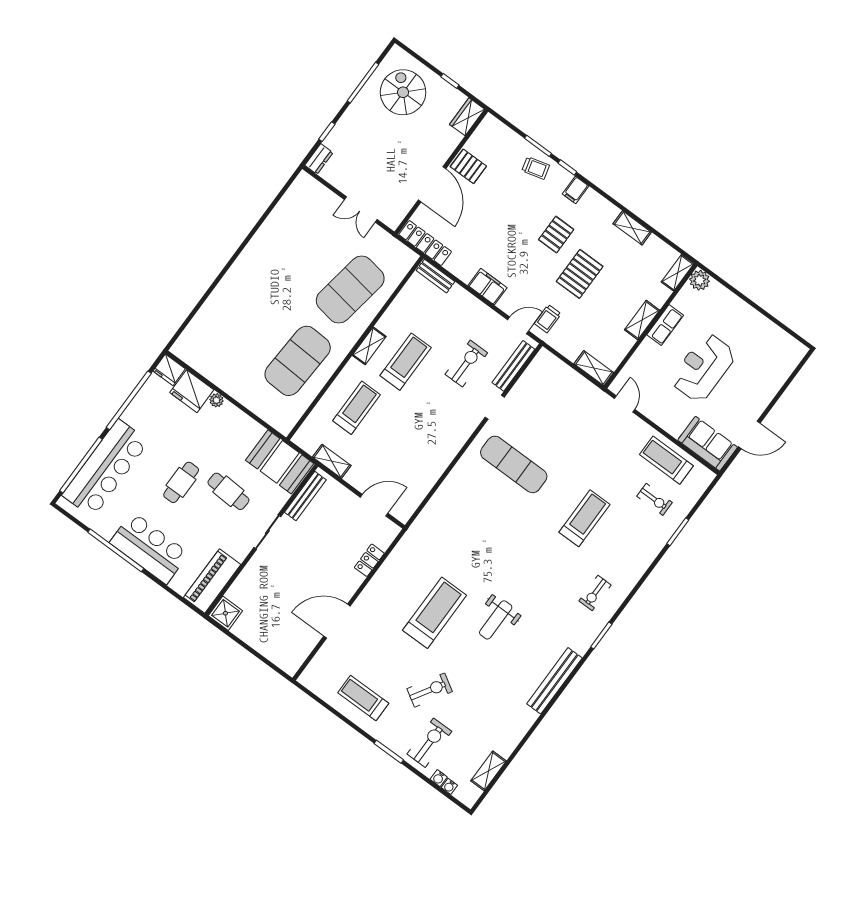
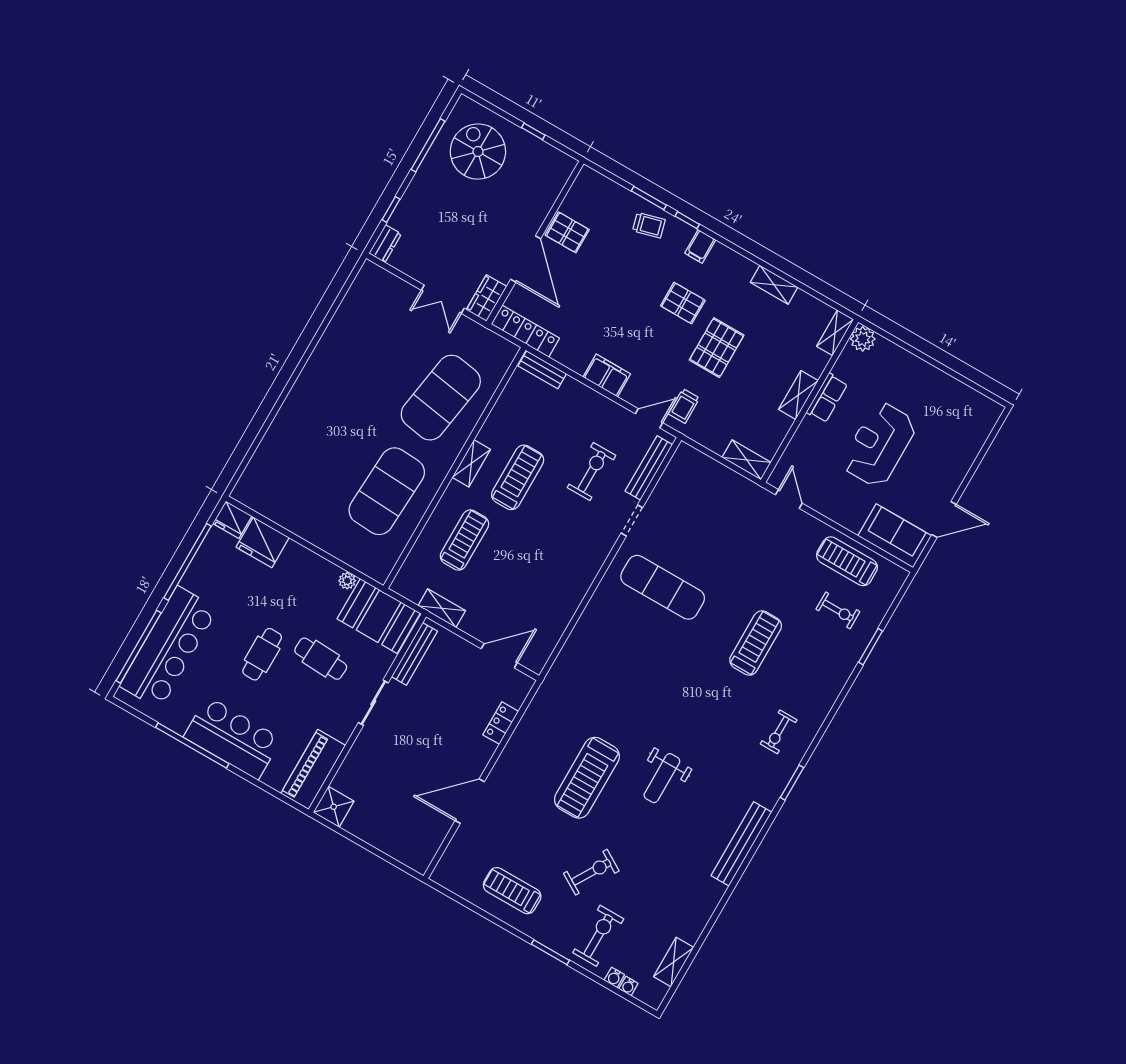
wardrobe: (467, 117) -> (487, 298), moved
pallet: (556, 235) -> (683, 303), turned 90
plant: (217, 400) -> (347, 581), moved
treadmill: (435, 613) -> (587, 778), turned 180

